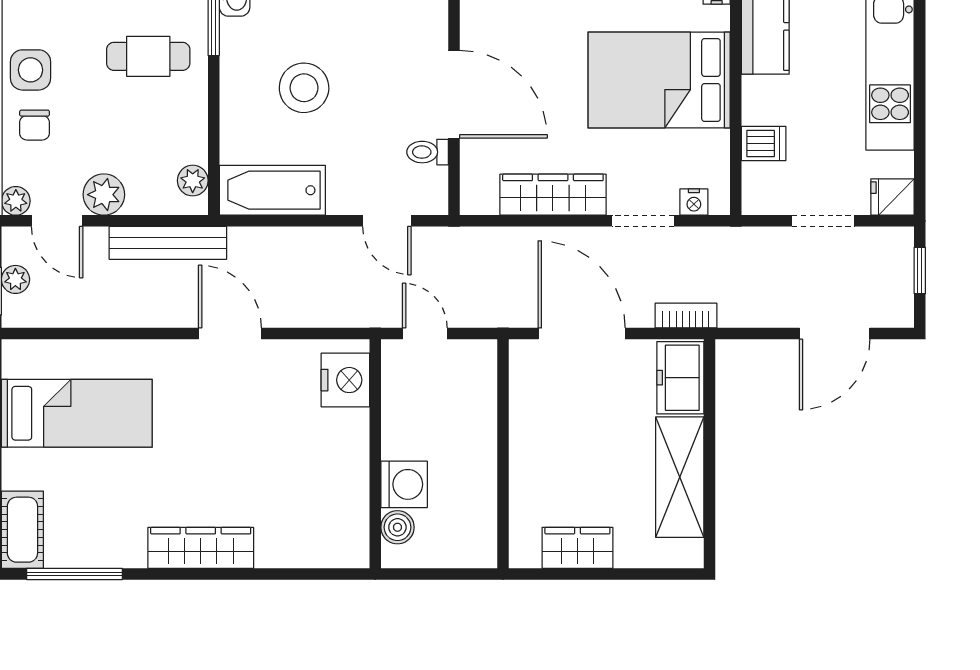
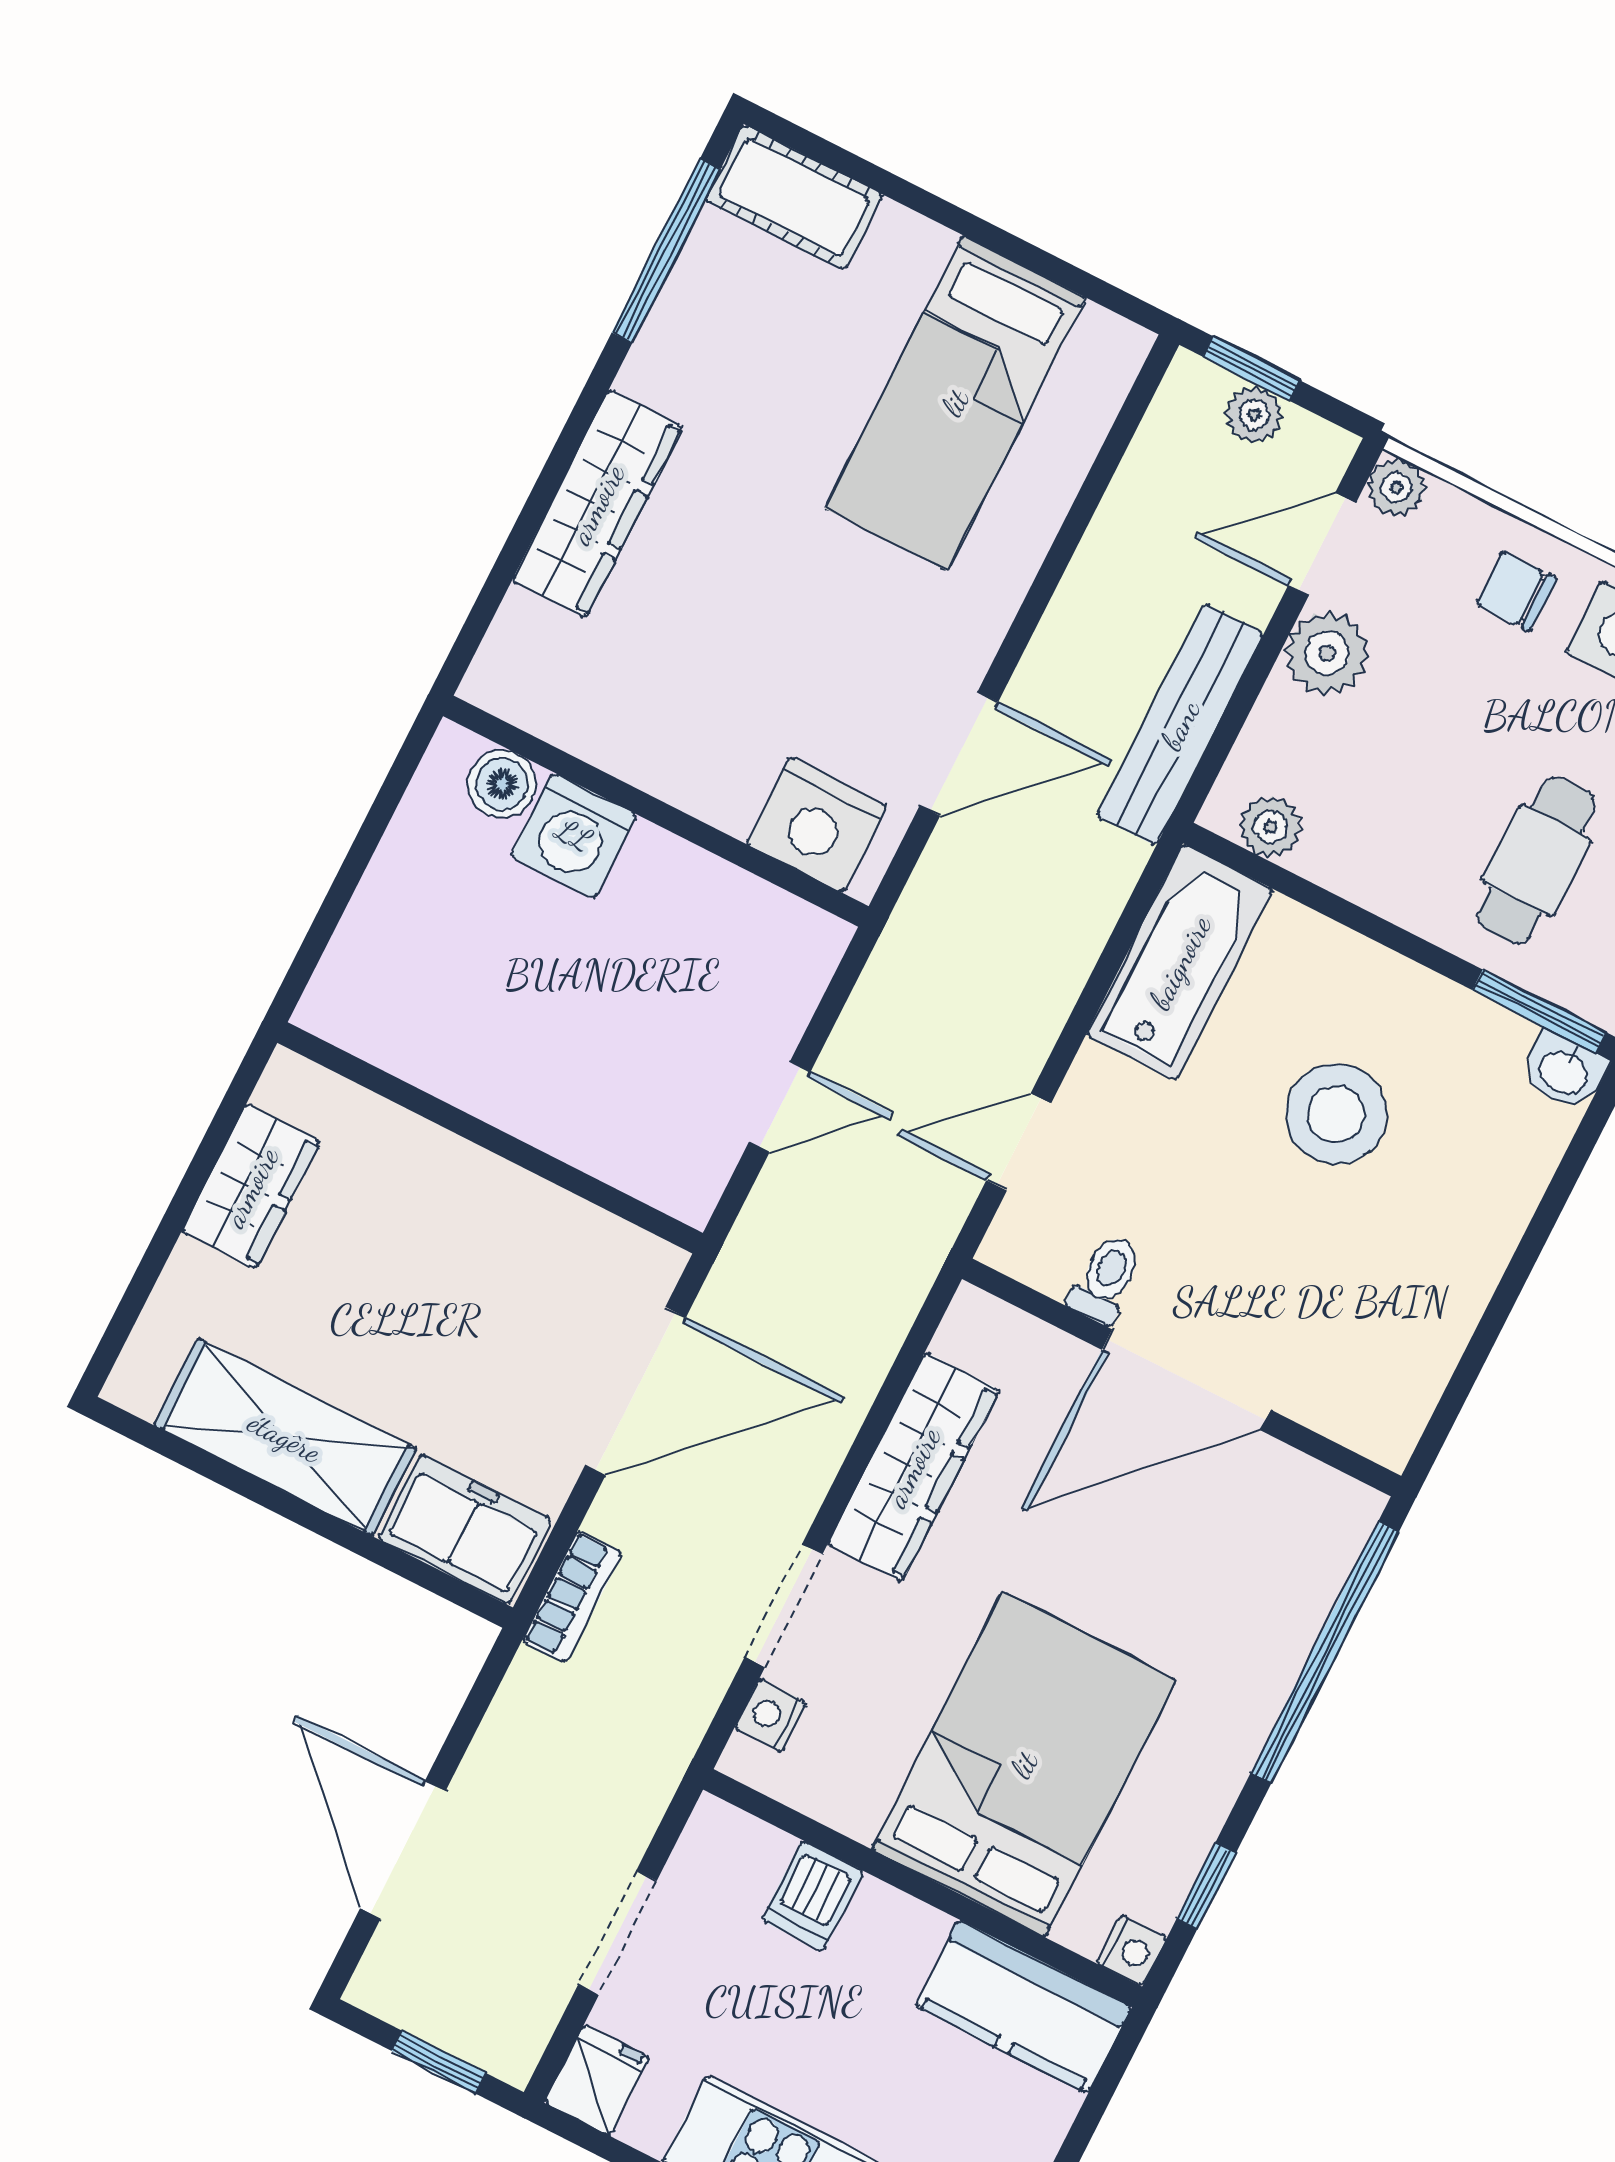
nightstand: (345, 380) -> (817, 825), moved
wall: (375, 454) -> (656, 811), moved
washing machine: (404, 484) -> (574, 835), moved
boiler: (397, 527) -> (502, 784), moved

